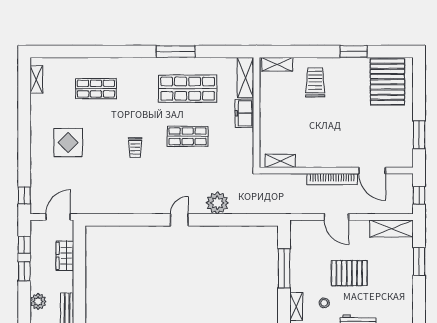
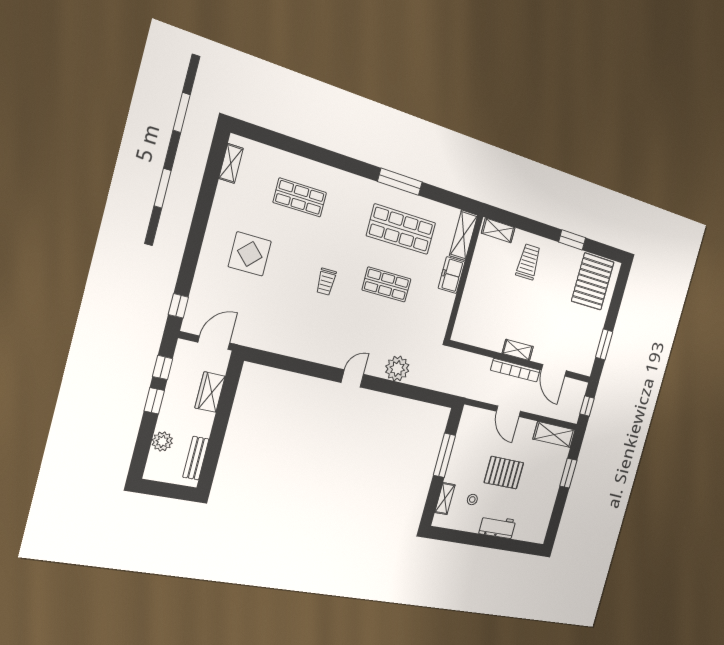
shelving: (280, 161) -> (518, 350), moved

